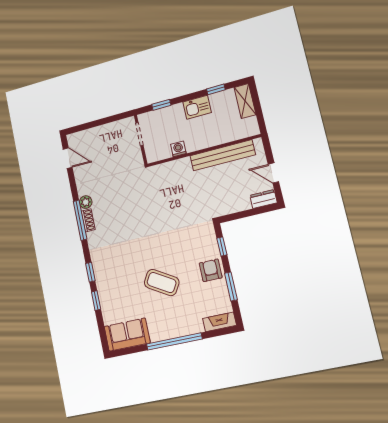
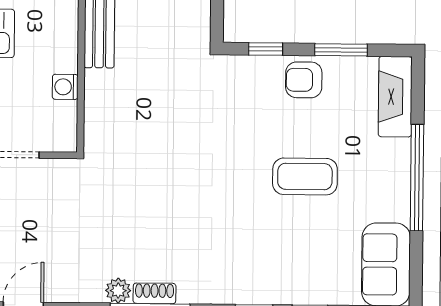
coffee table: (162, 282) -> (305, 176), turned 59
fireplace: (219, 322) -> (395, 97), width x1.37, depth x1.32

